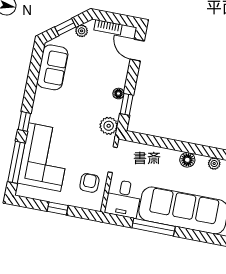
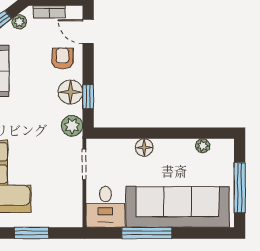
floor lamp: (118, 94) -> (70, 92), width x1.89, depth x1.89
floor lamp: (187, 160) -> (144, 147), moved
armchair: (89, 183) -> (62, 58), moved
window: (58, 208) -> (32, 233), width x1.50

